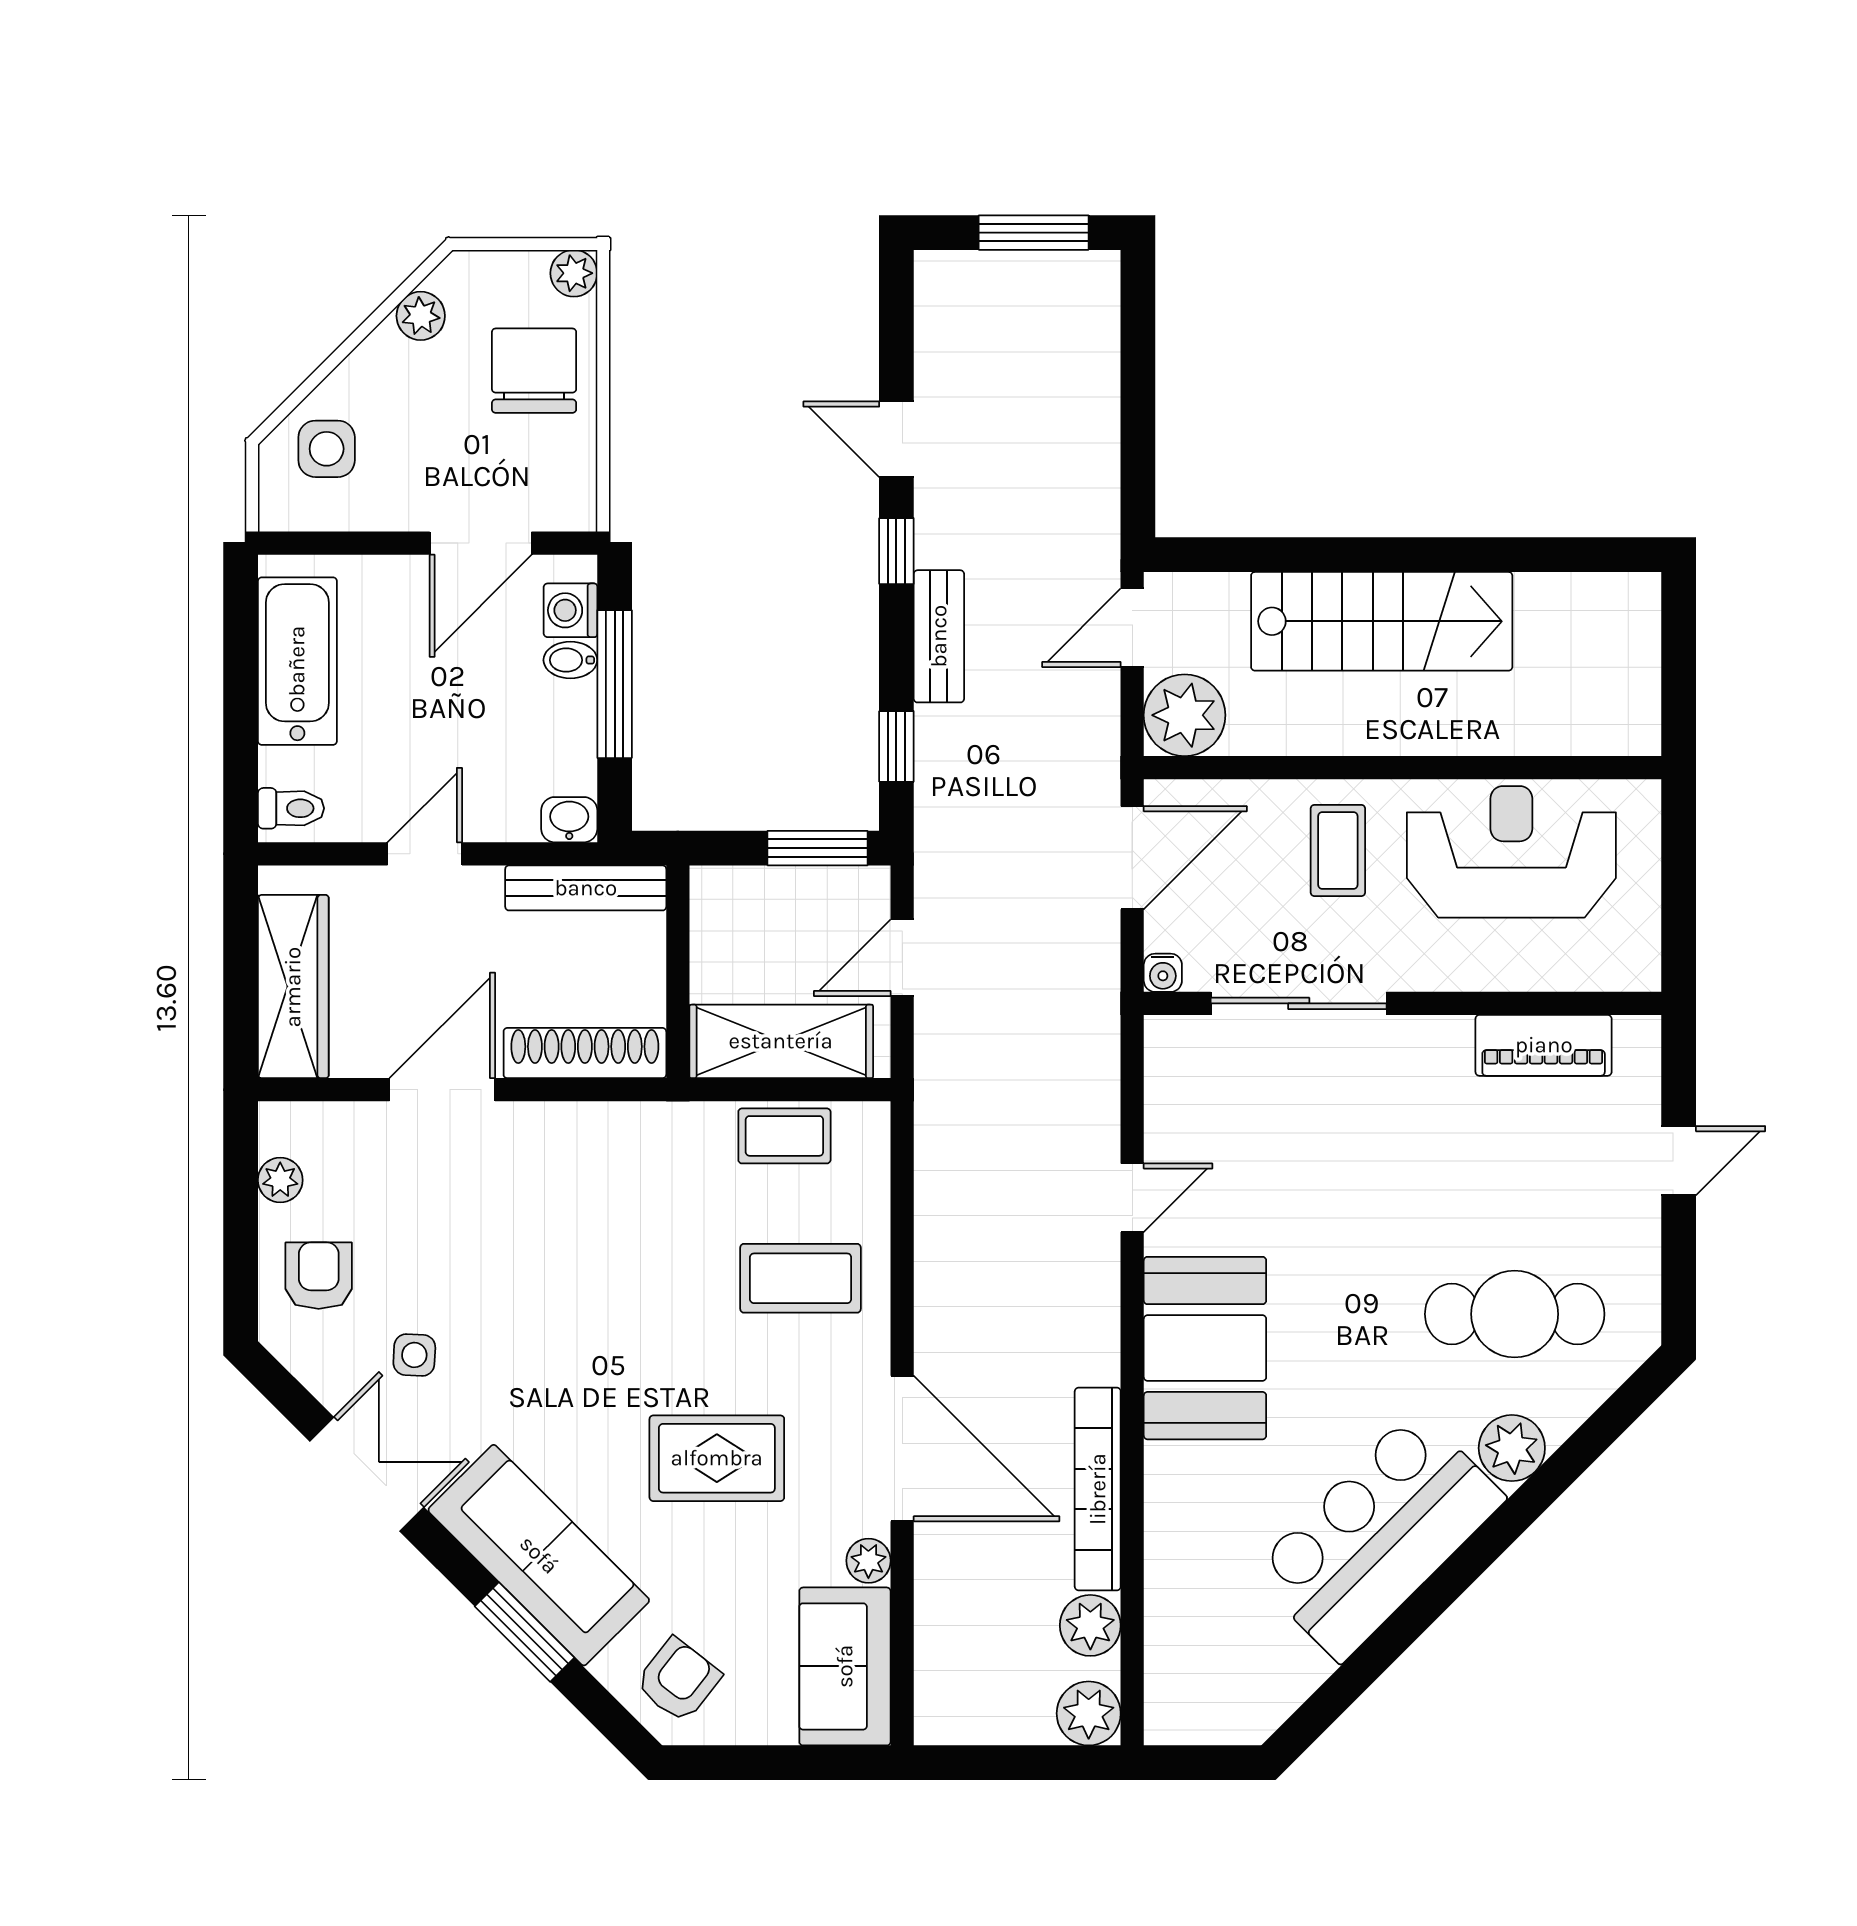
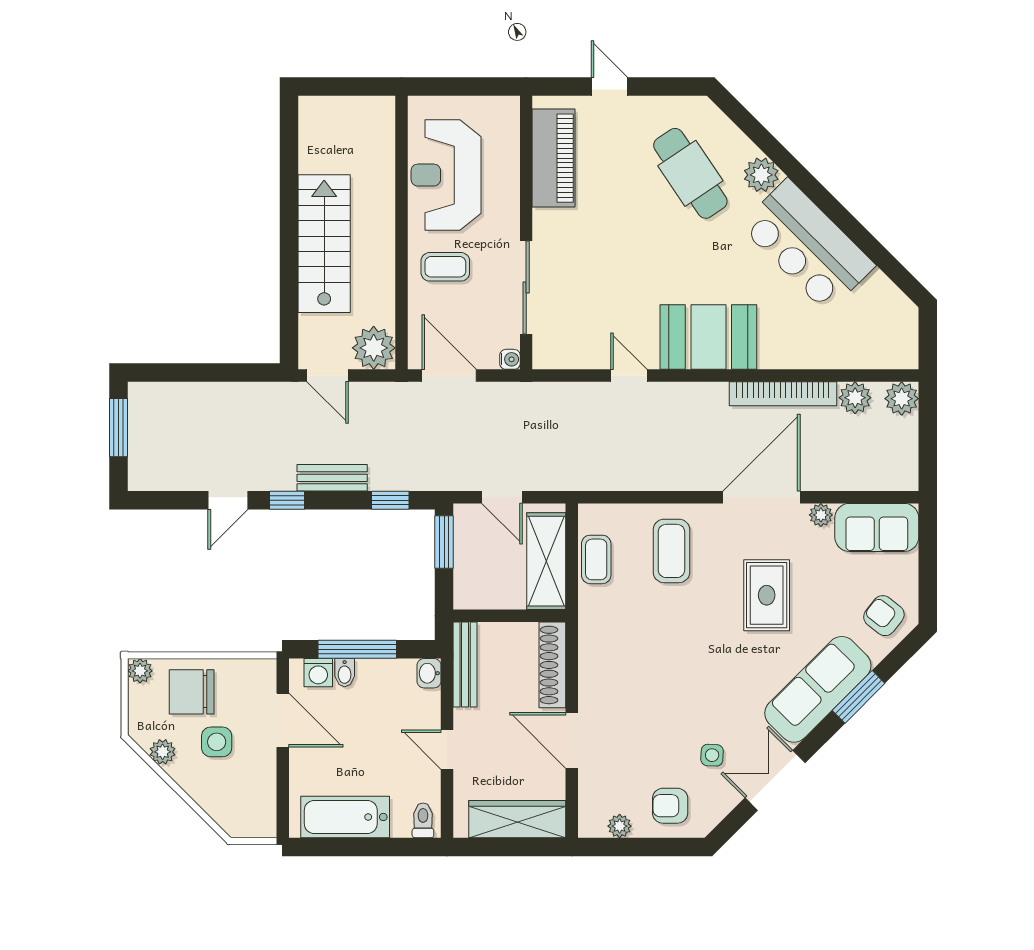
side table: (327, 449) -> (217, 742), moved
piano: (1544, 1045) -> (554, 158), width x1.37, depth x1.33
cafe table: (1515, 1314) -> (690, 173), turned -34

